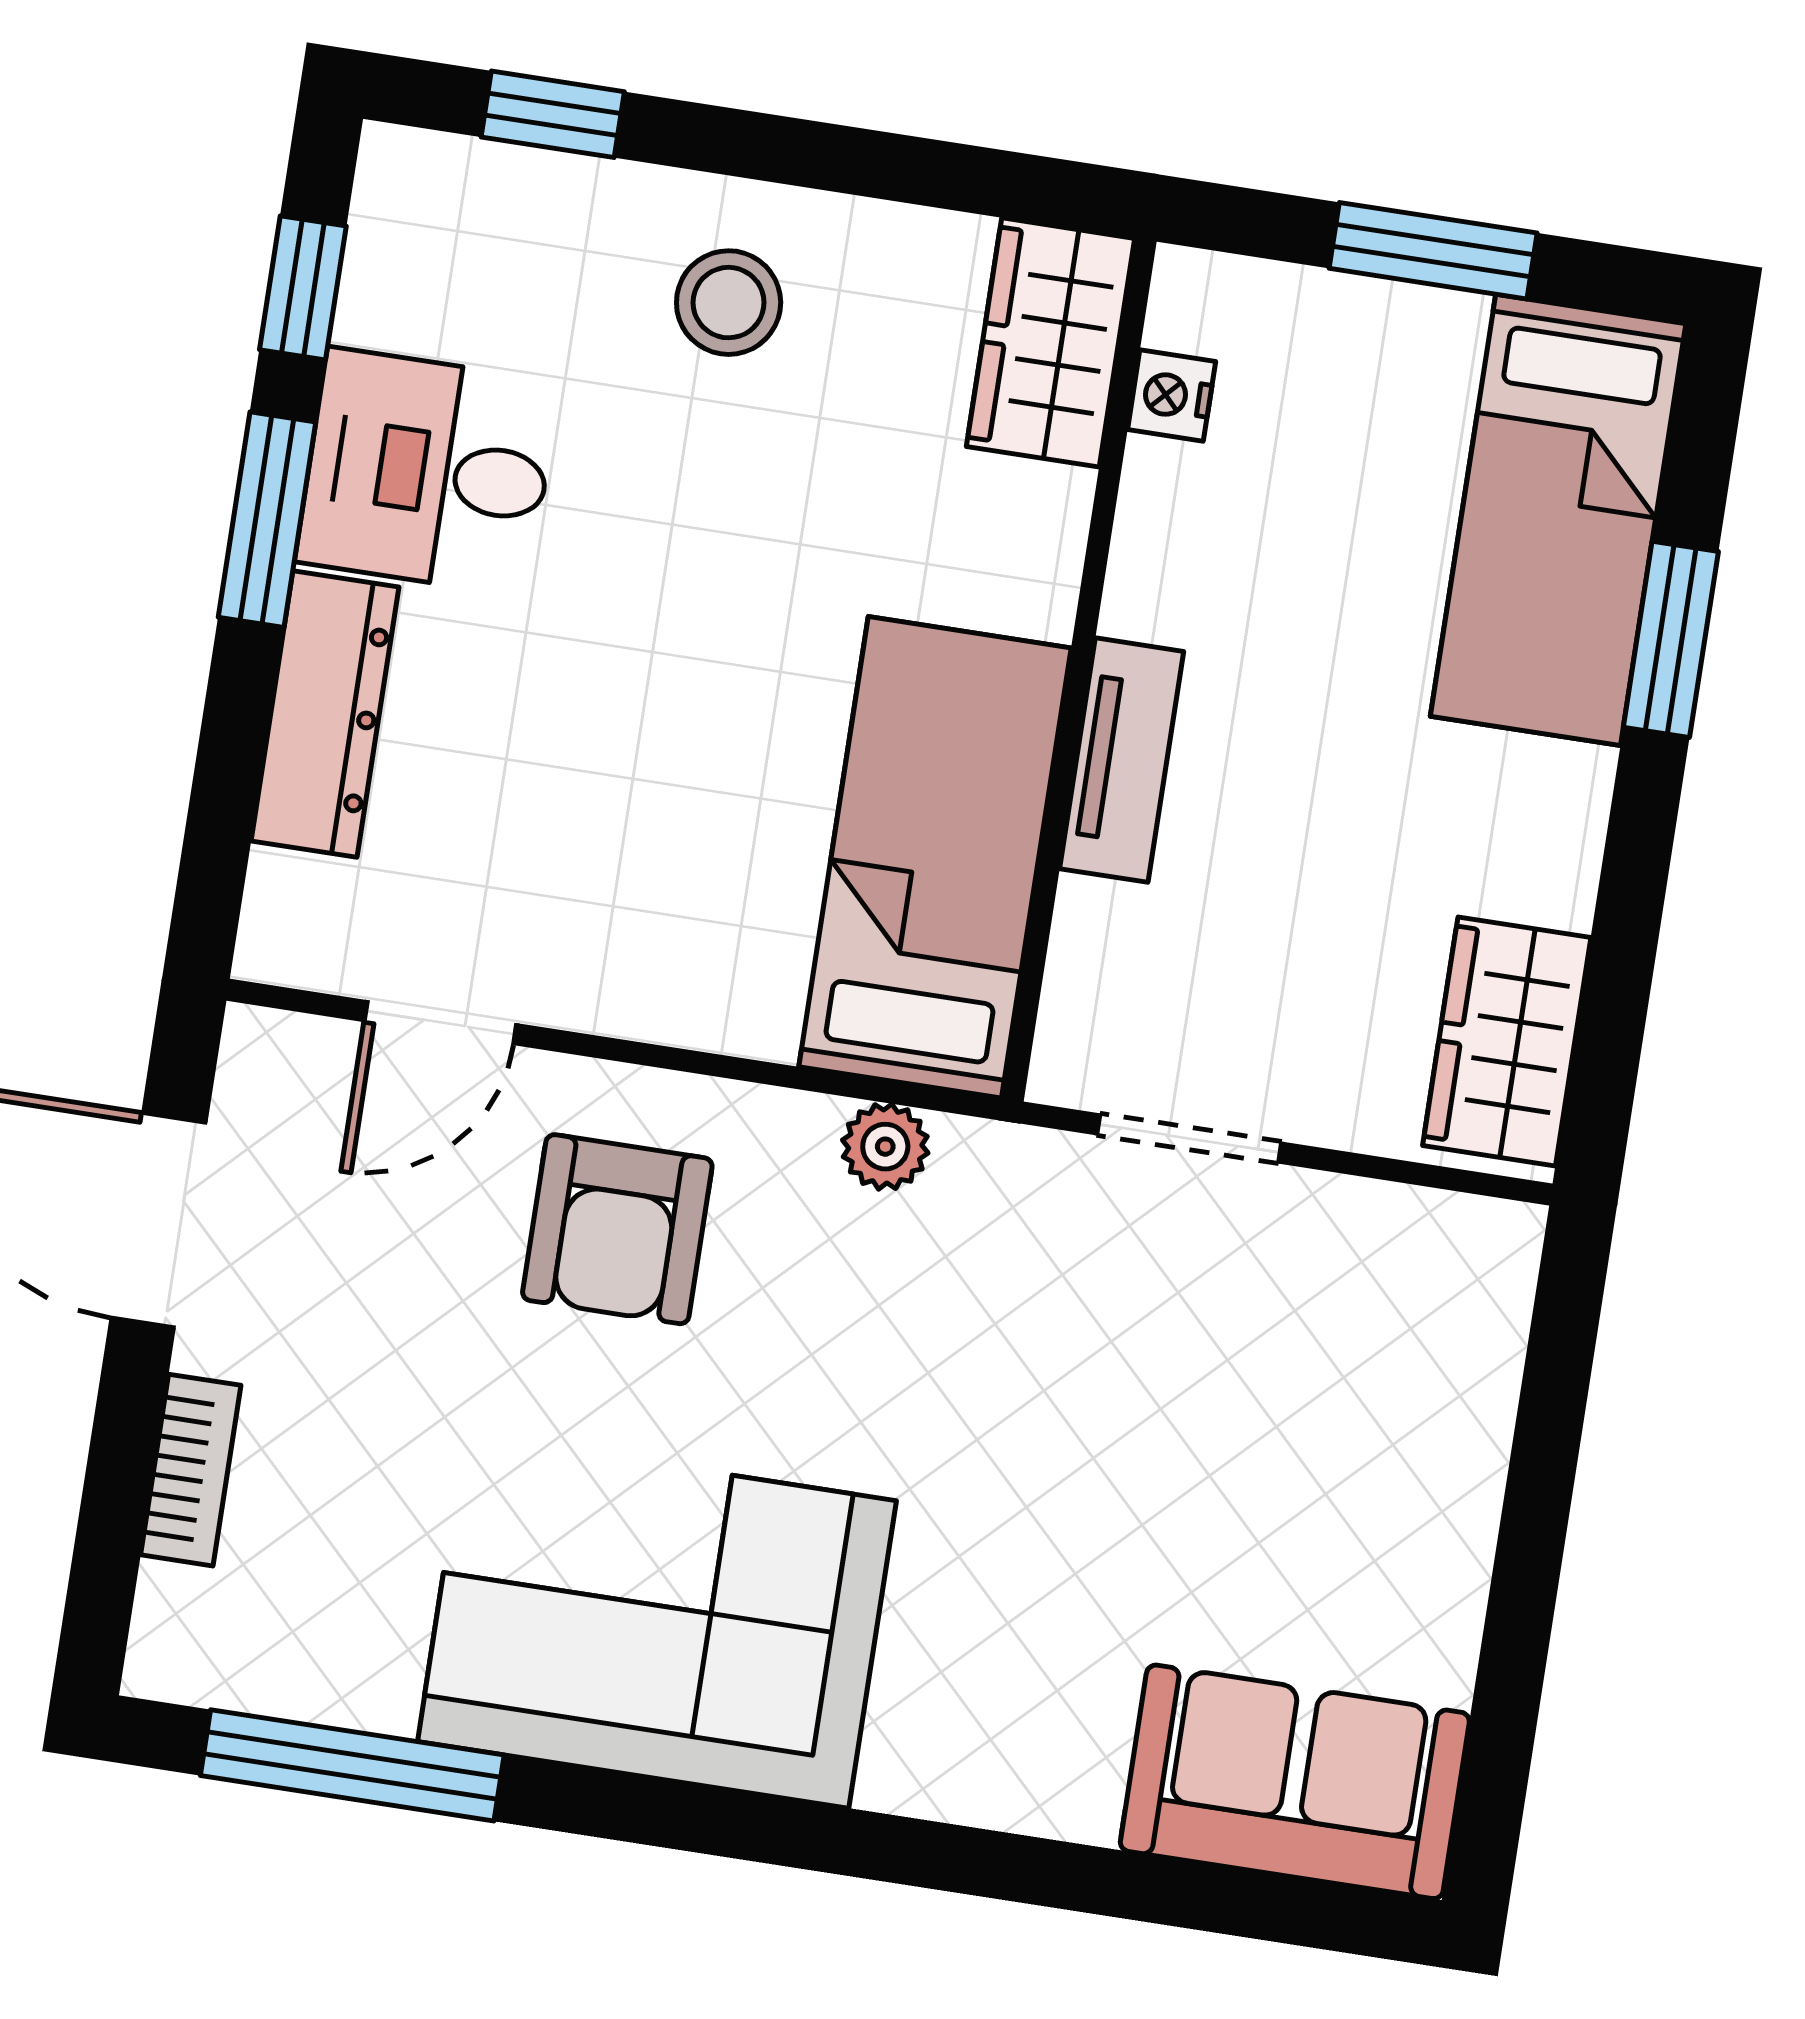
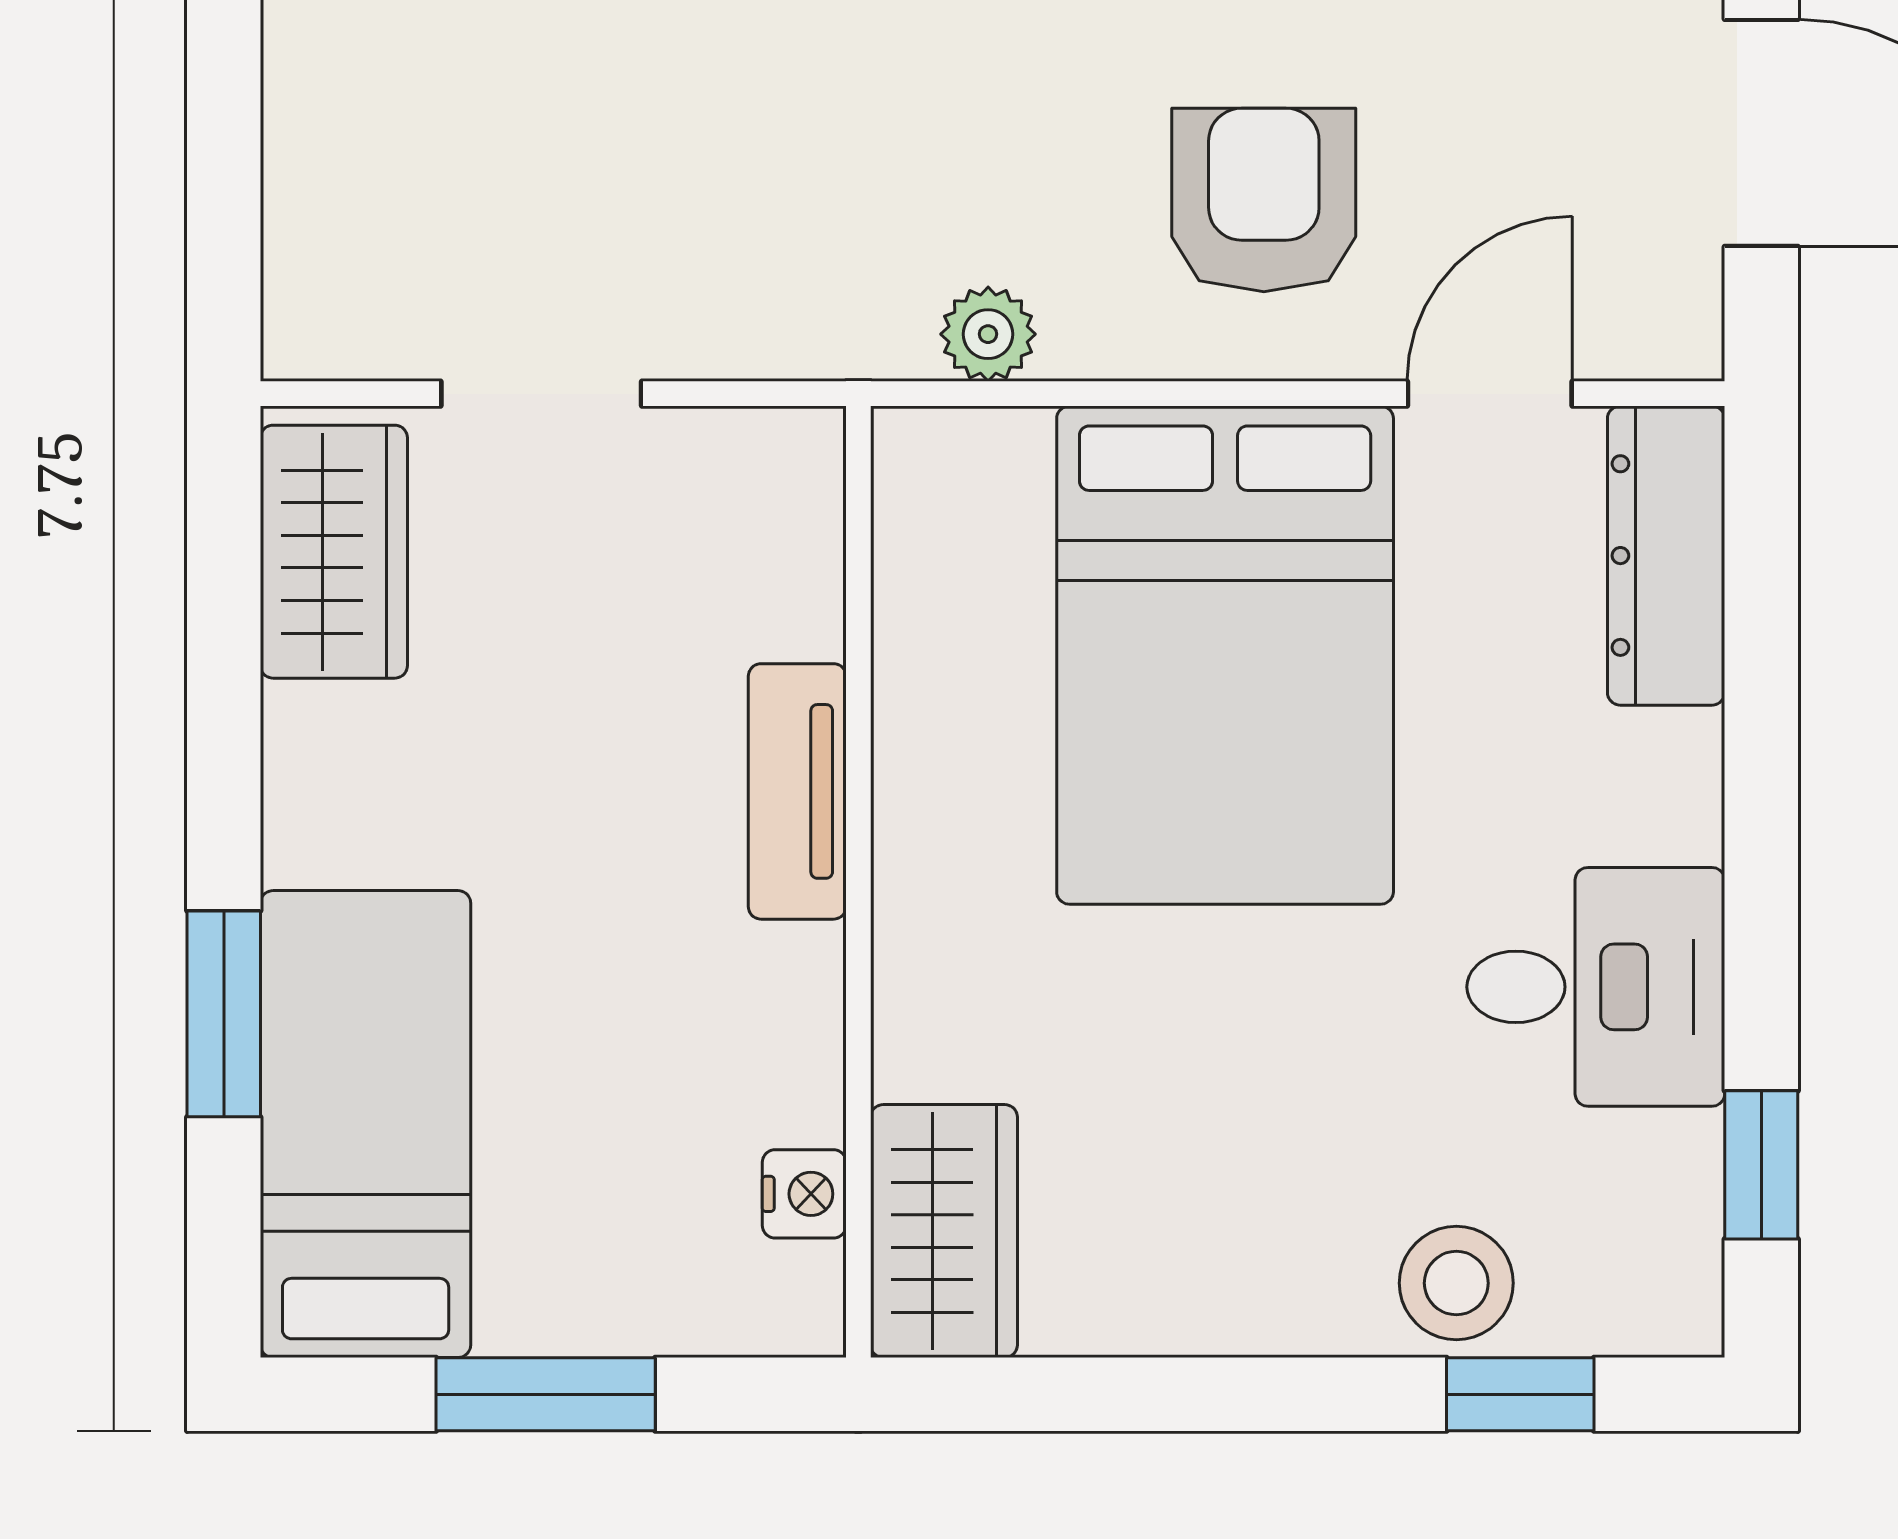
stool: (729, 303) -> (1456, 1283), moved
window: (267, 520) -> (1761, 908), removed
dresser: (325, 714) -> (1666, 556), moved
bed: (935, 857) -> (1225, 655), moved, width x1.50
doorway: (1189, 1139) -> (541, 394), moved

